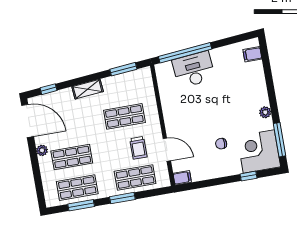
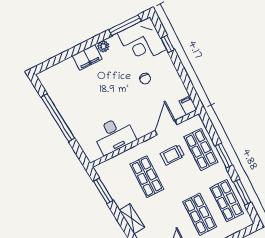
window: (185, 53) -> (58, 118), moved
filing cabinet: (252, 54) -> (87, 57), moved, width x2.00
desk: (194, 70) -> (114, 135), moved, turned -85
trolley: (138, 148) -> (172, 155), turned 180

